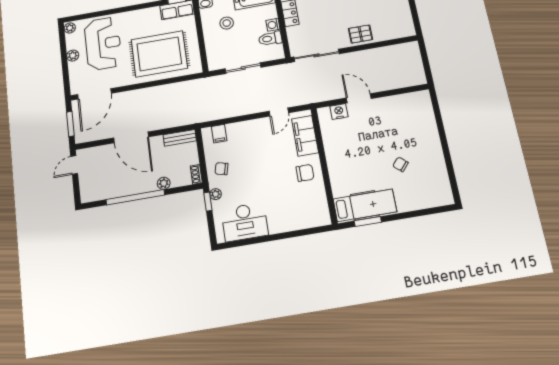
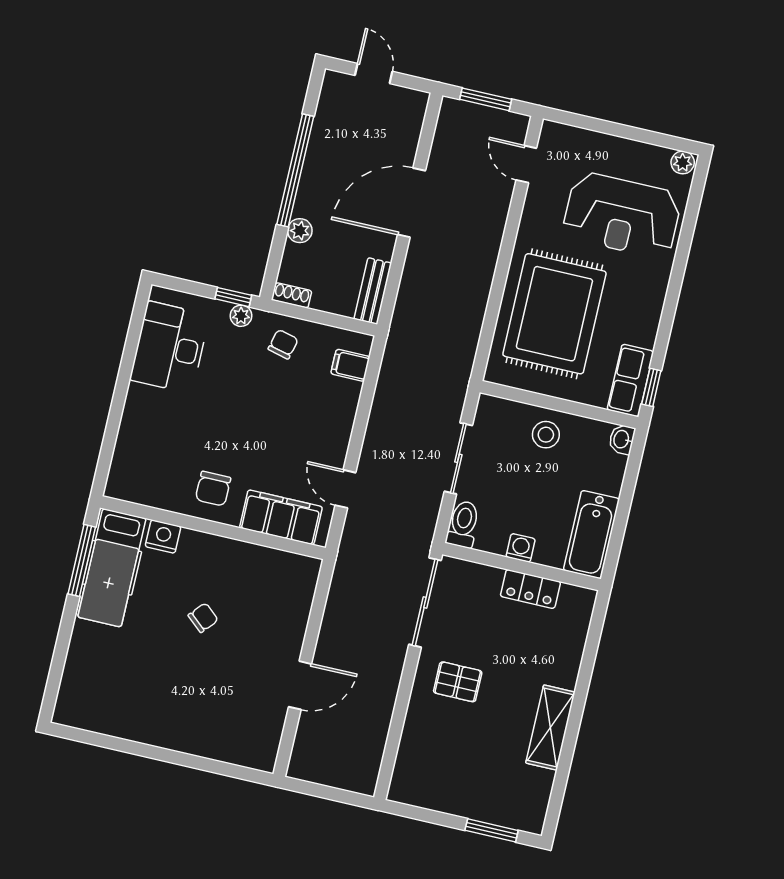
stool: (227, 23) -> (546, 435), moved
pallet: (360, 34) -> (458, 682), moved, turned 90
toilet: (270, 39) -> (463, 524), moved
plant: (73, 56) -> (622, 149), removed
door: (94, 94) -> (526, 164), width x0.53
door: (359, 98) -> (300, 685), moved
nightstand: (339, 112) -> (163, 537), moved, turned -90
chair: (401, 164) -> (203, 618), moved
door: (74, 165) -> (374, 73), moved
window: (368, 222) -> (82, 560), width x1.44

